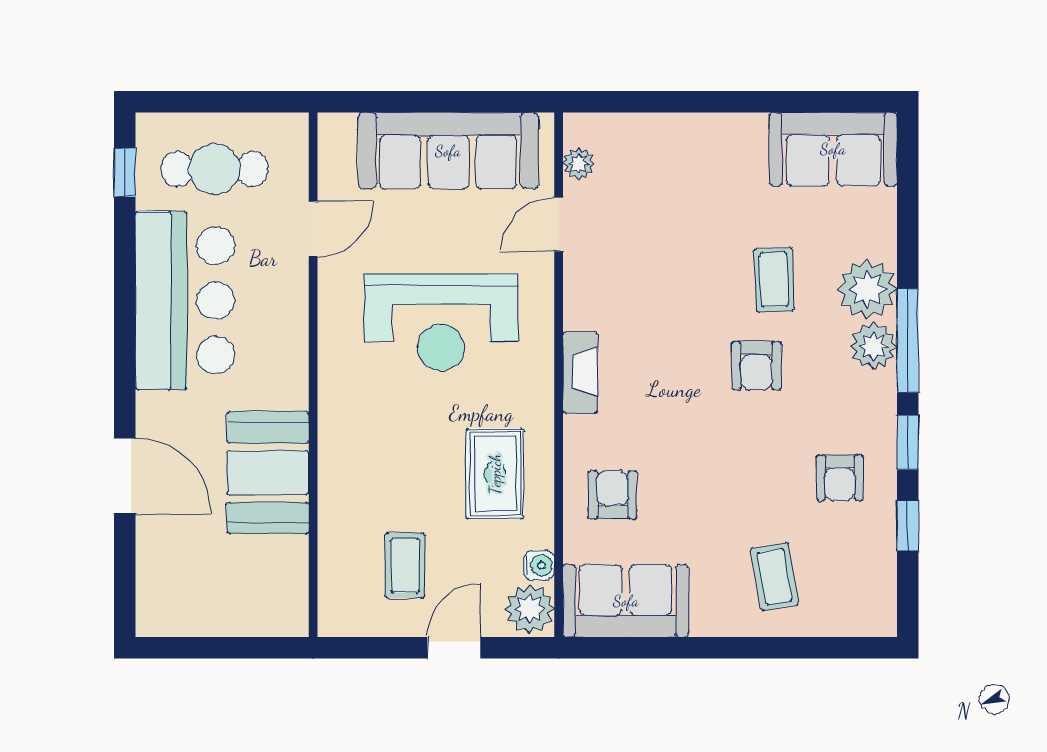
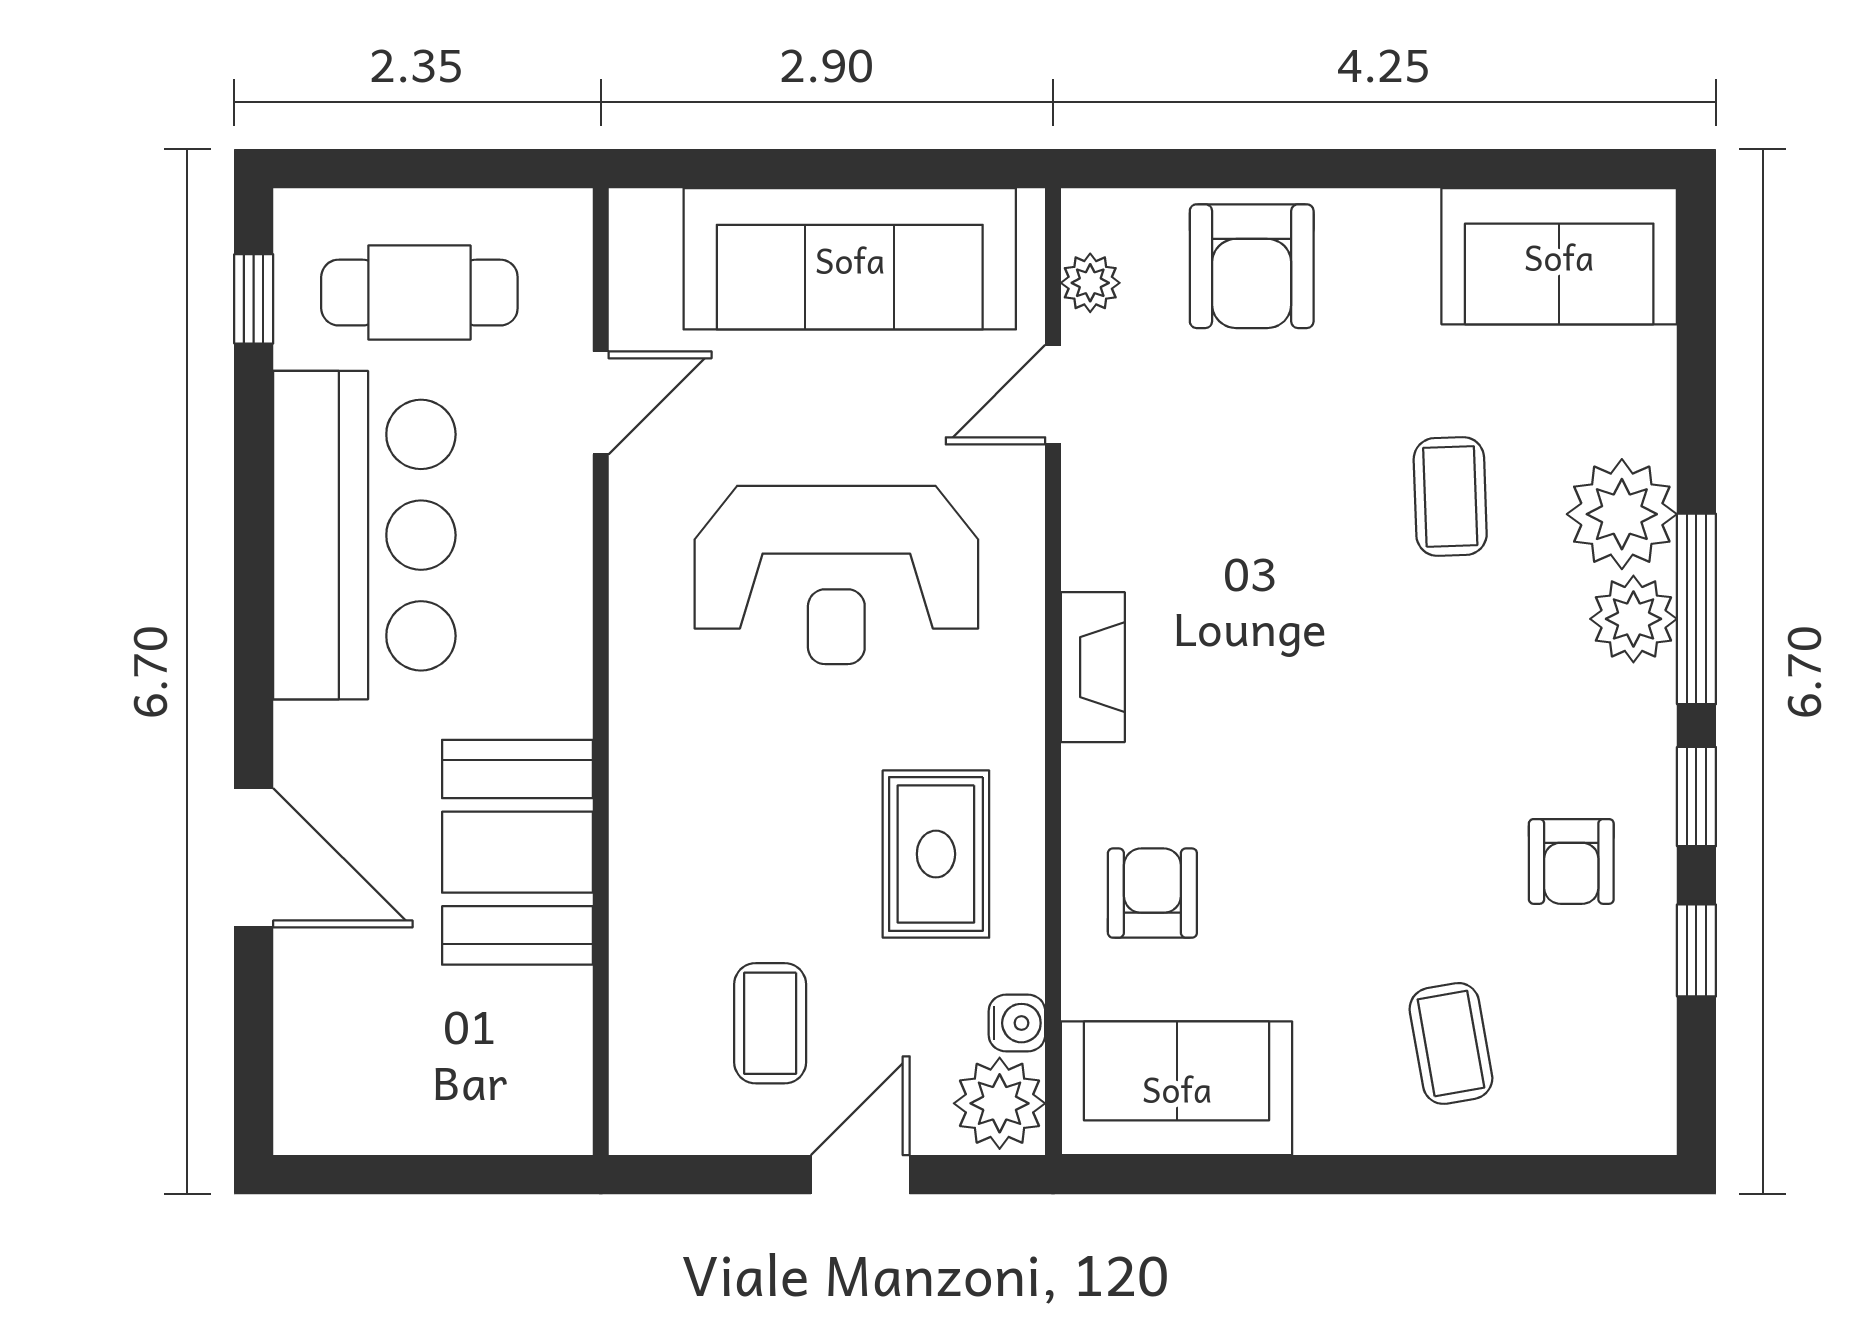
armchair: (756, 366) -> (1252, 266), moved, width x1.38, depth x1.38

